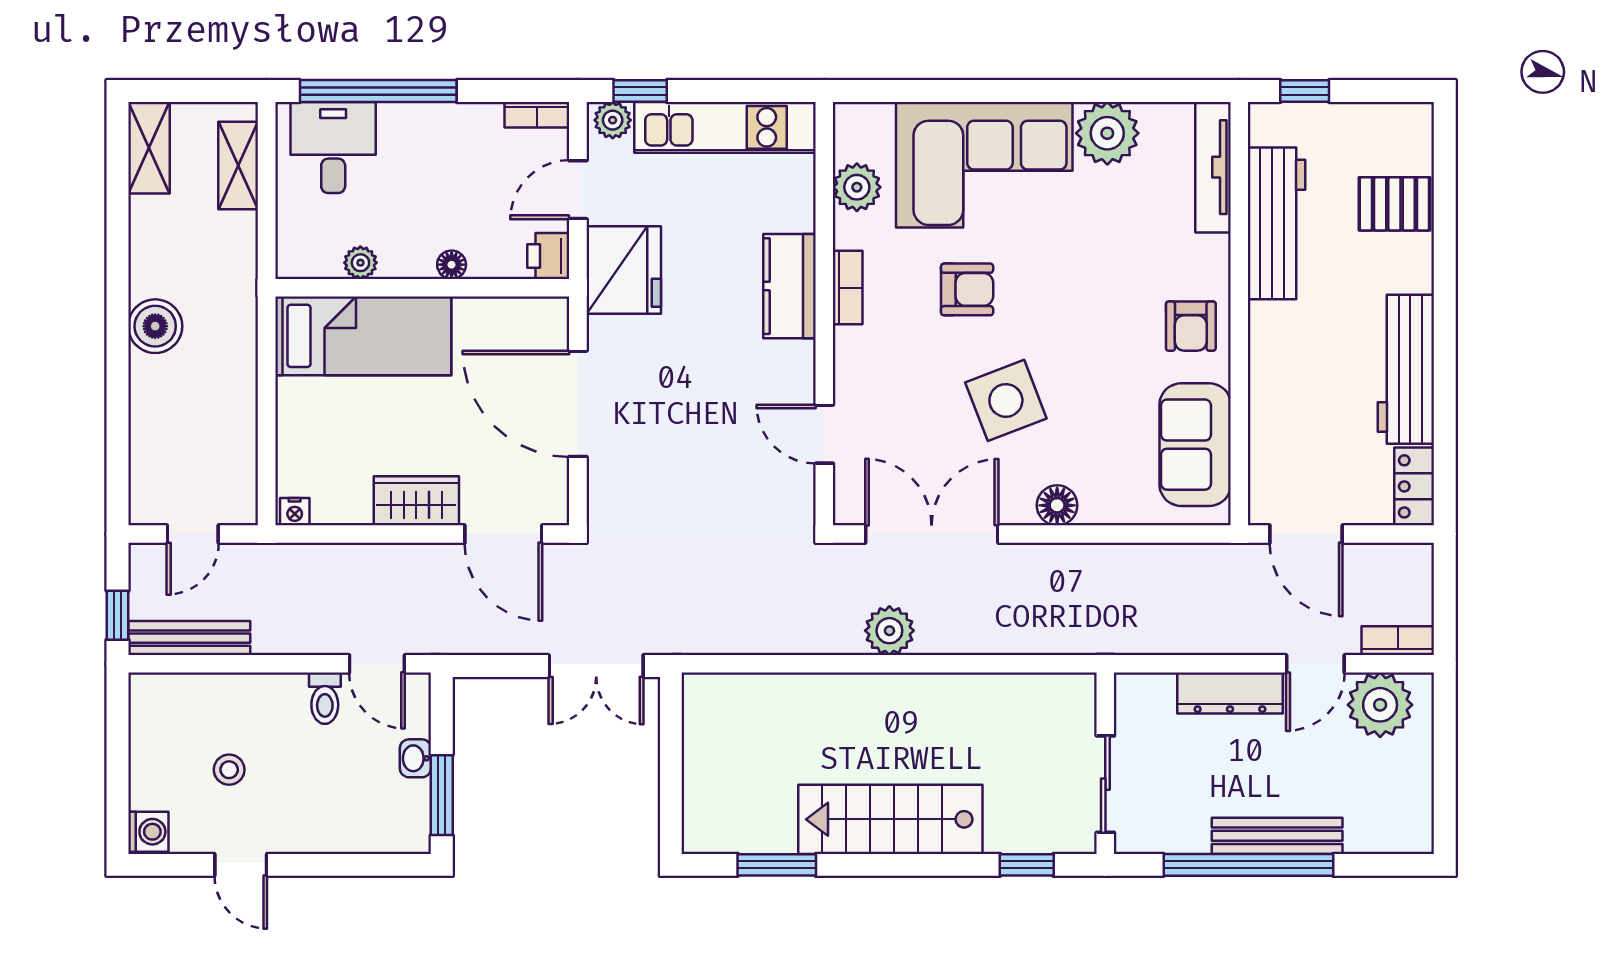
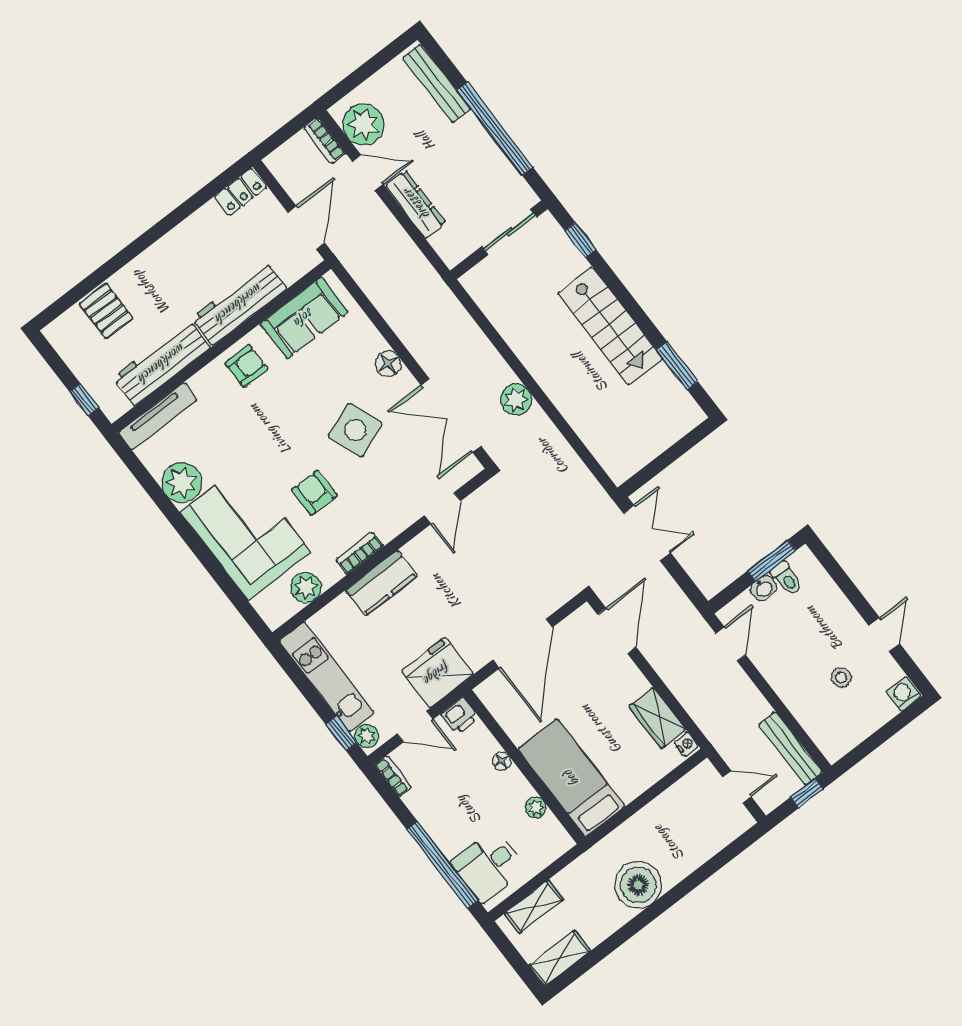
boiler: (155, 326) -> (638, 885), width x1.37, depth x1.37
workbench: (1406, 369) -> (239, 303), moved, turned 180
wardrobe: (416, 501) -> (657, 718), moved
toilet: (325, 698) -> (787, 579), moved, turned 90
bench: (1277, 836) -> (437, 84), moved

